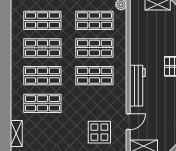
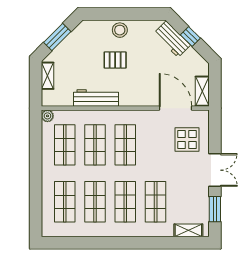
workbench: (137, 86) -> (96, 98), moved
door: (128, 122) -> (176, 108), width x1.87

